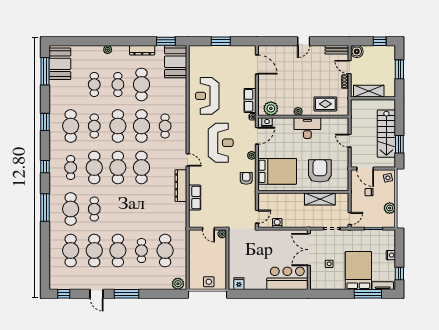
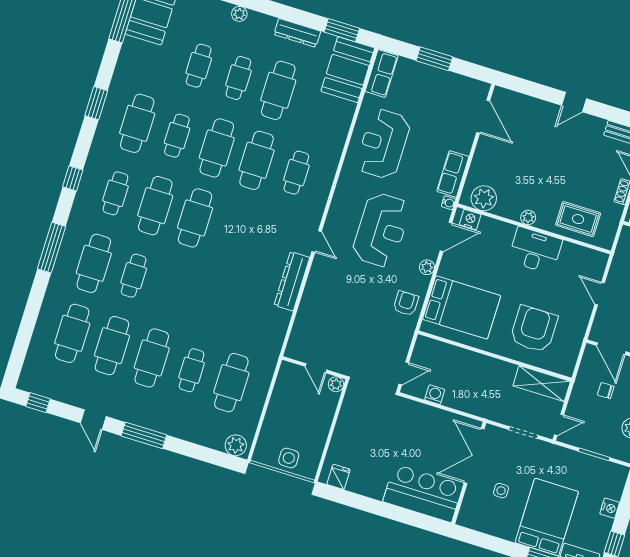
cafe table: (141, 167) -> (235, 230), removed
row of seats: (195, 198) -> (382, 74), moved
shelving: (320, 199) -> (542, 384), moved

